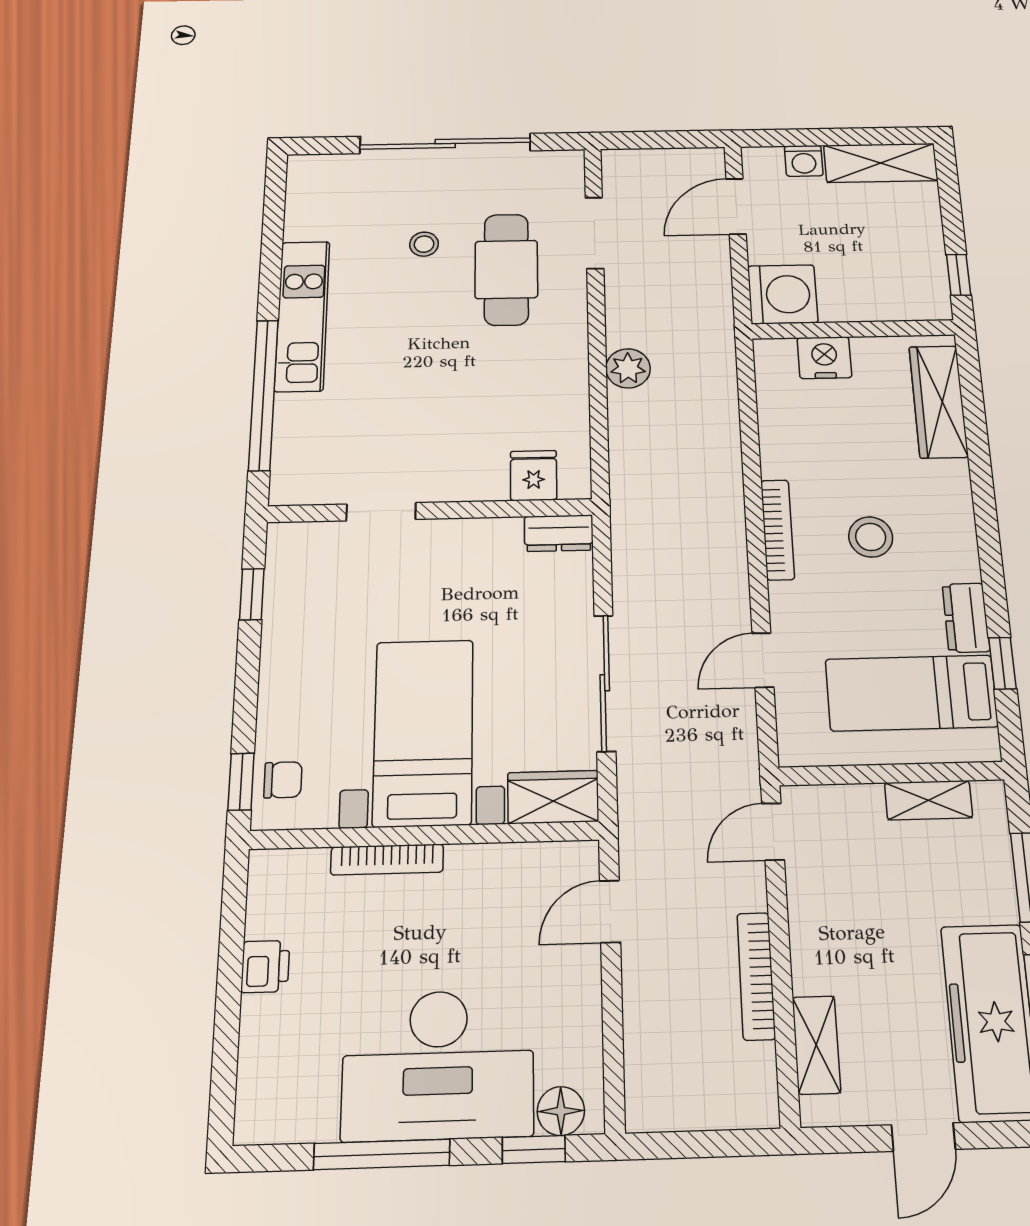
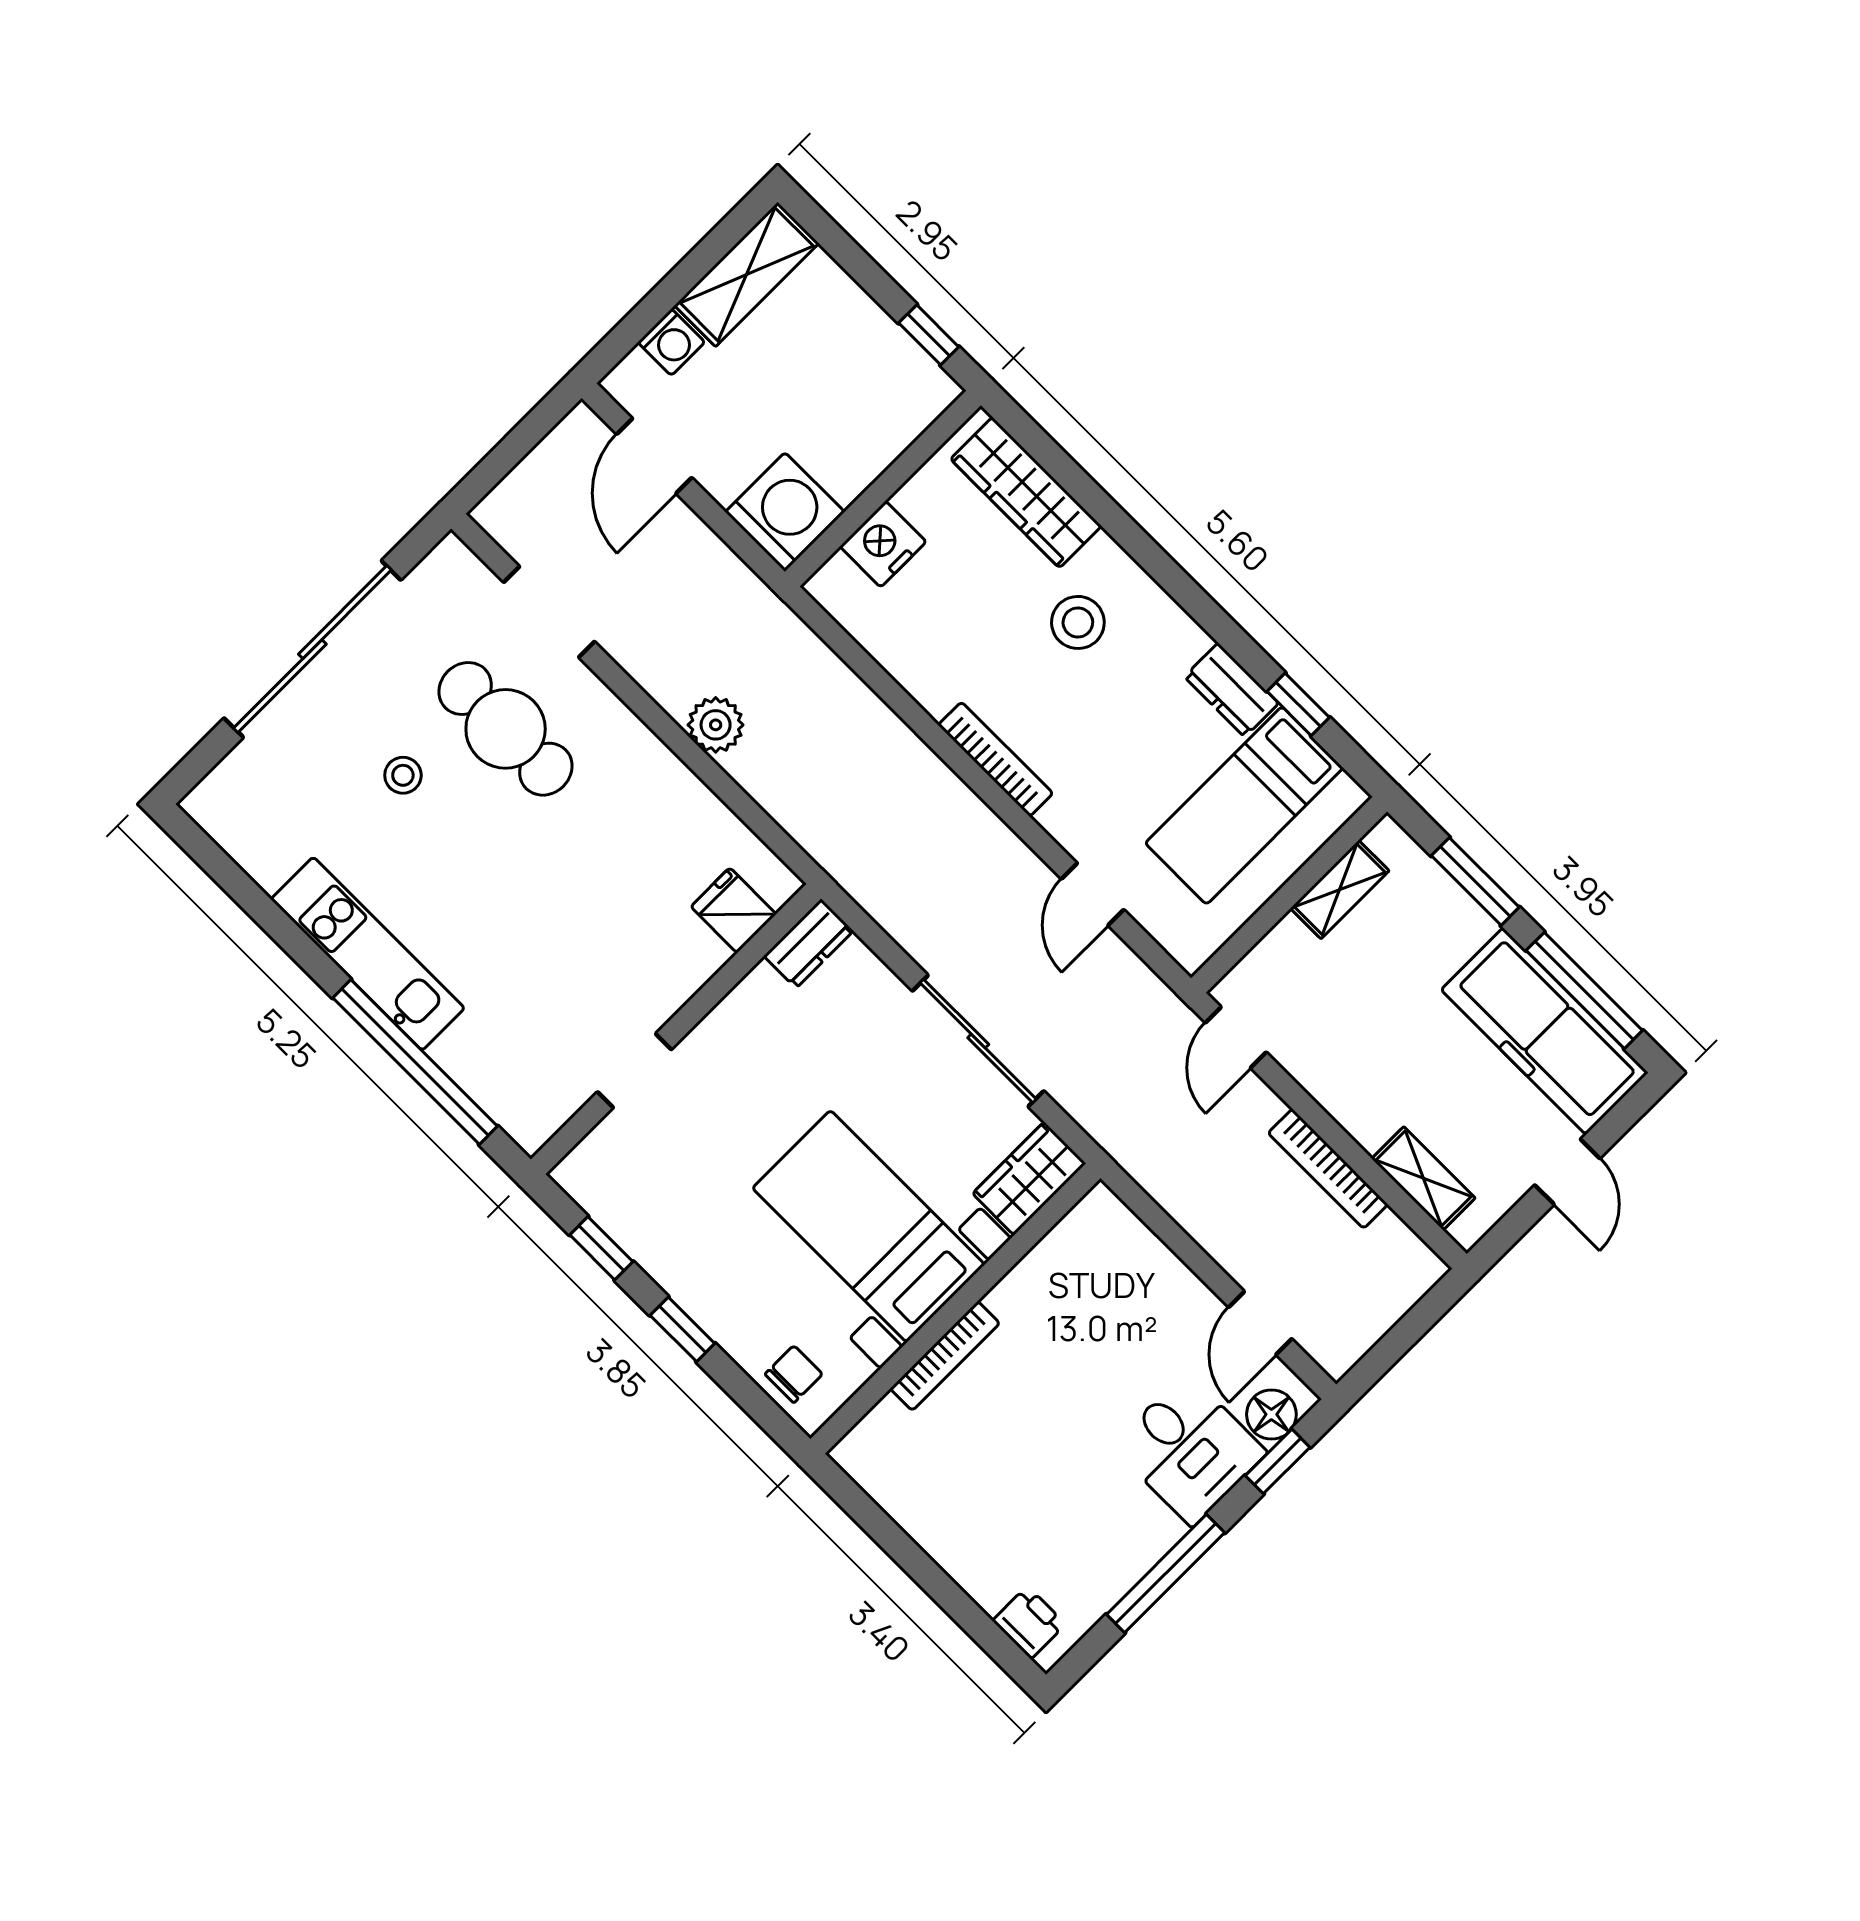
stool: (871, 537) -> (1078, 622), moved
window: (241, 782) -> (682, 1329), moved
door: (610, 911) -> (1260, 1323), moved
printer: (265, 966) -> (1029, 1622), moved
desk: (438, 1065) -> (1189, 1449), width x0.53, depth x0.77

